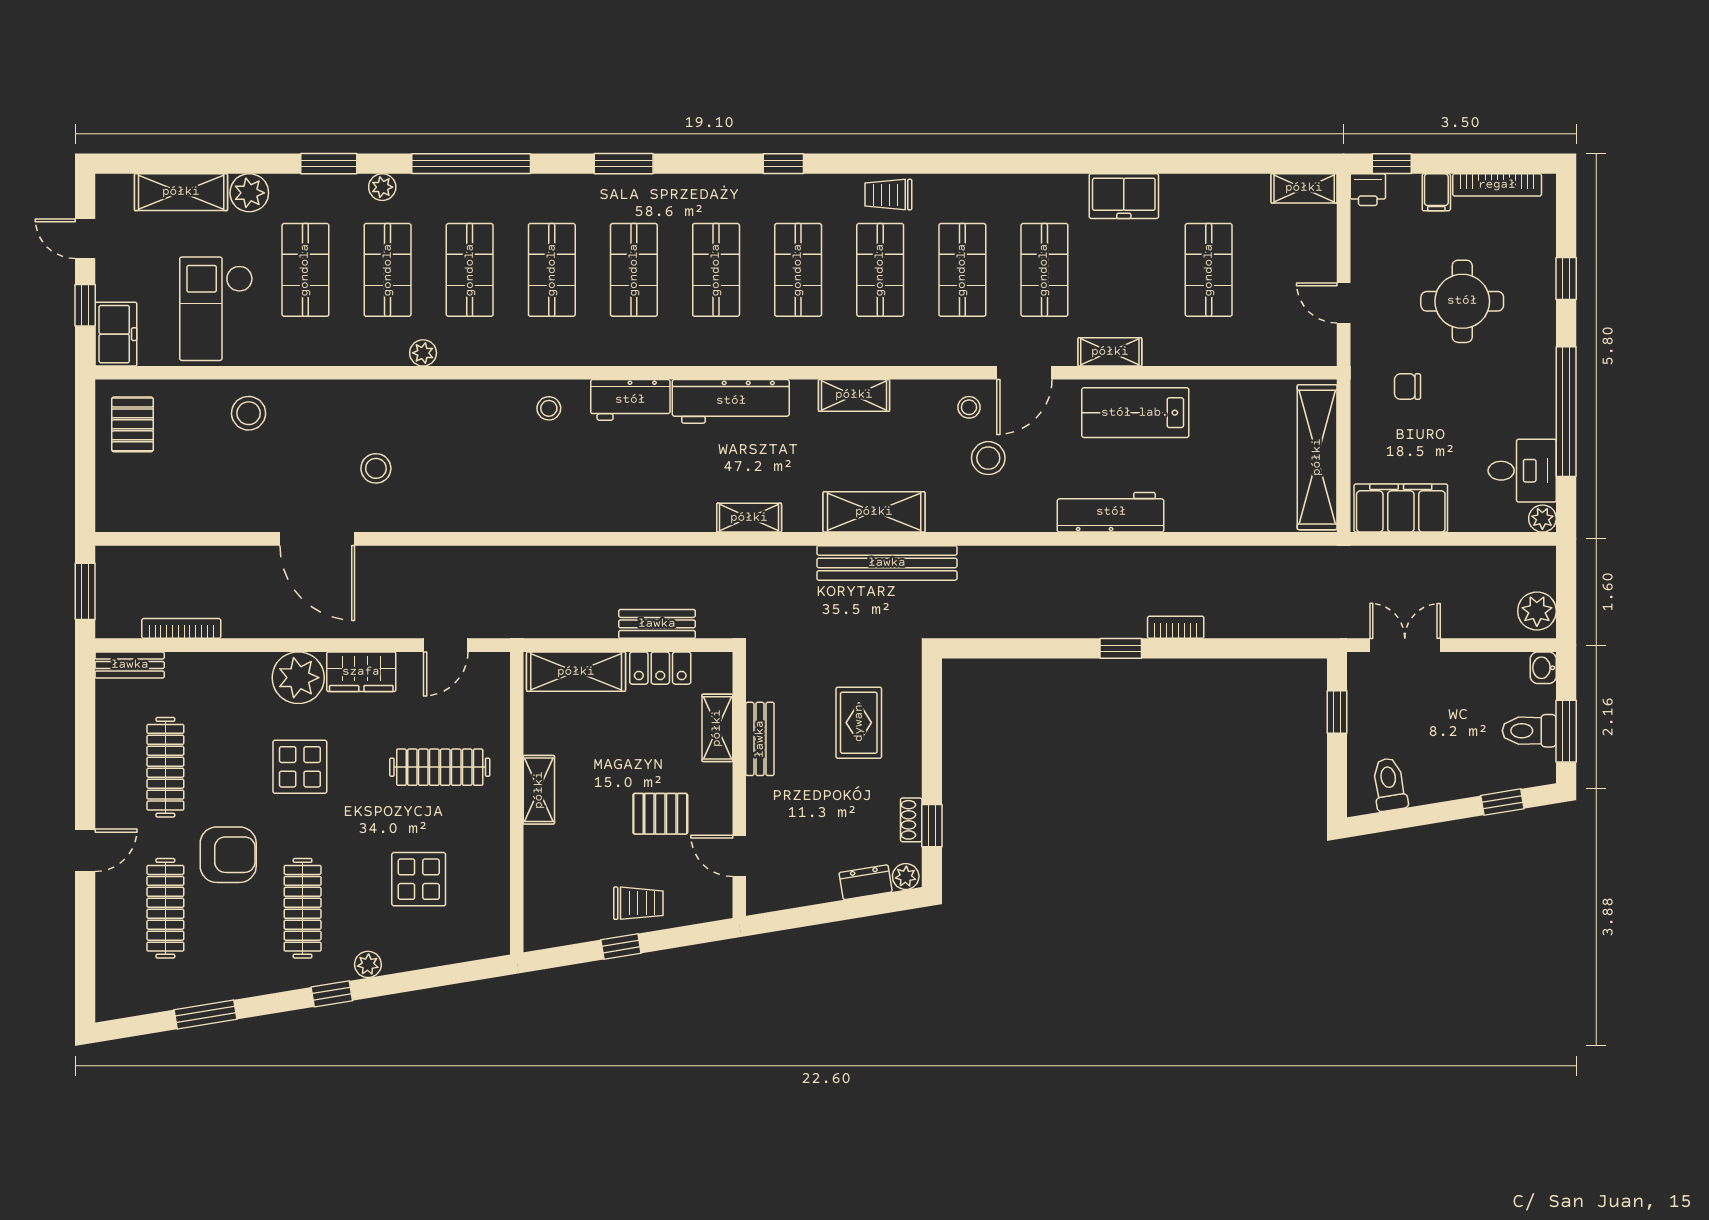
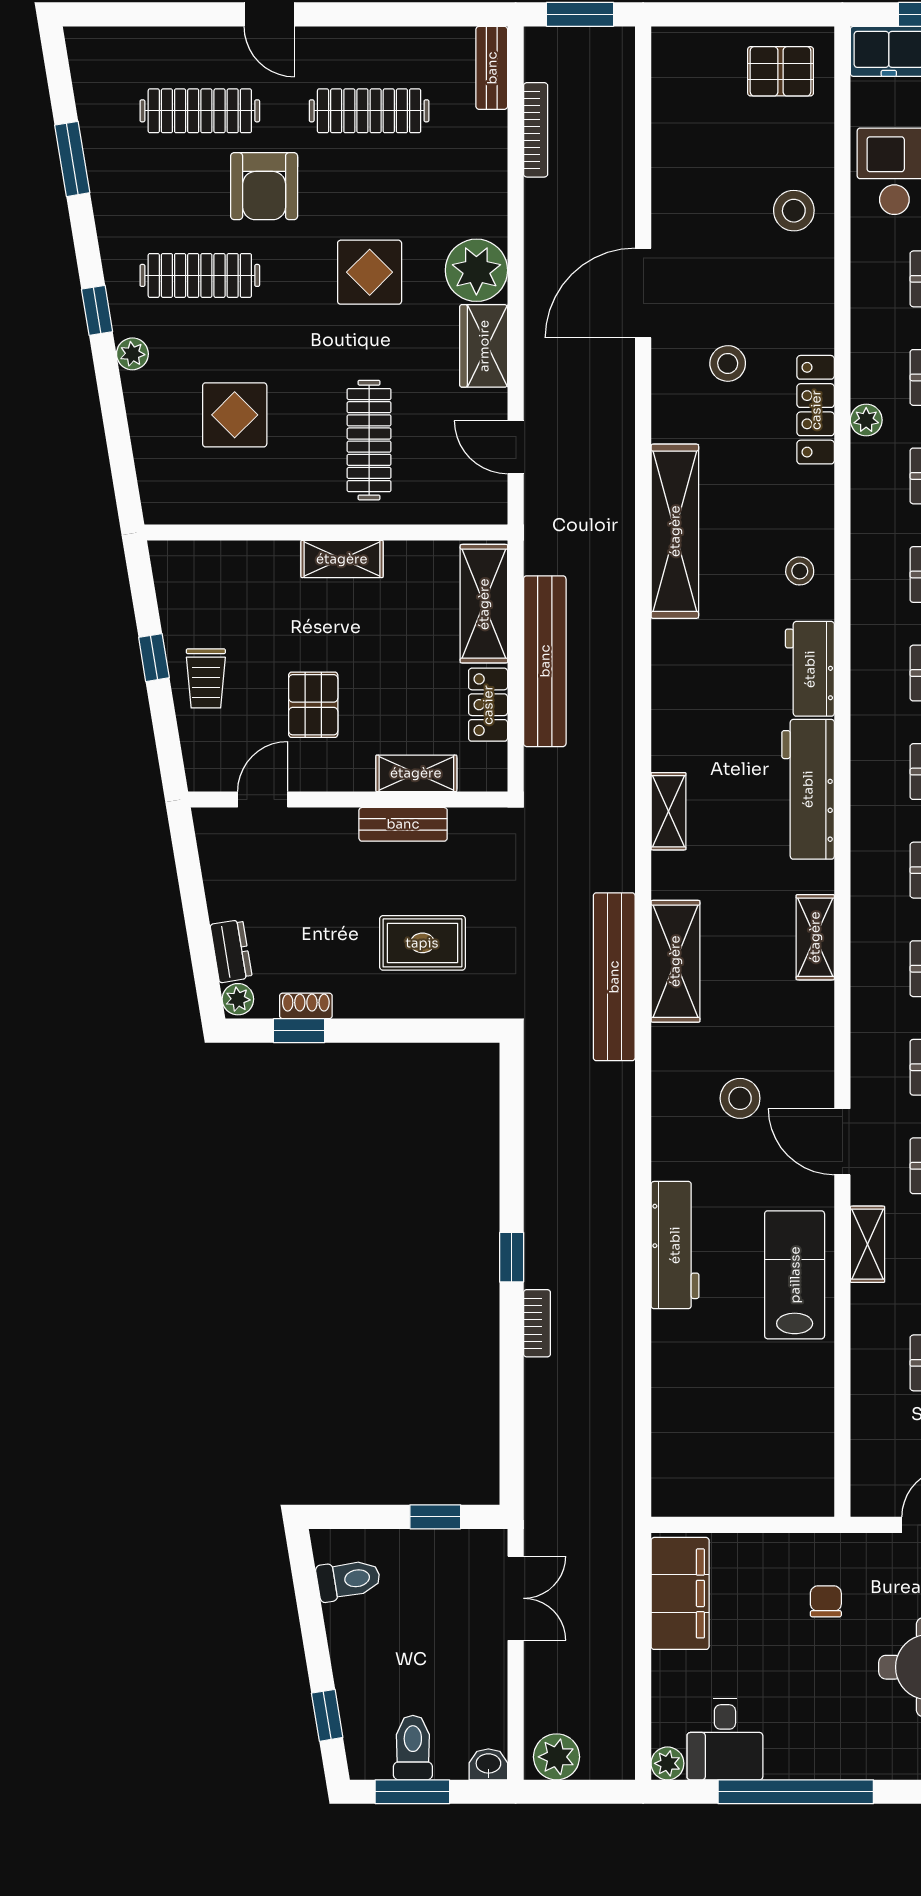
locker: (414, 395) -> (816, 410), added
stool: (969, 407) -> (801, 1075), removed
shelving: (1317, 457) -> (675, 531), moved, turned 90
bench: (657, 624) -> (545, 661), width x1.86, depth x1.21

